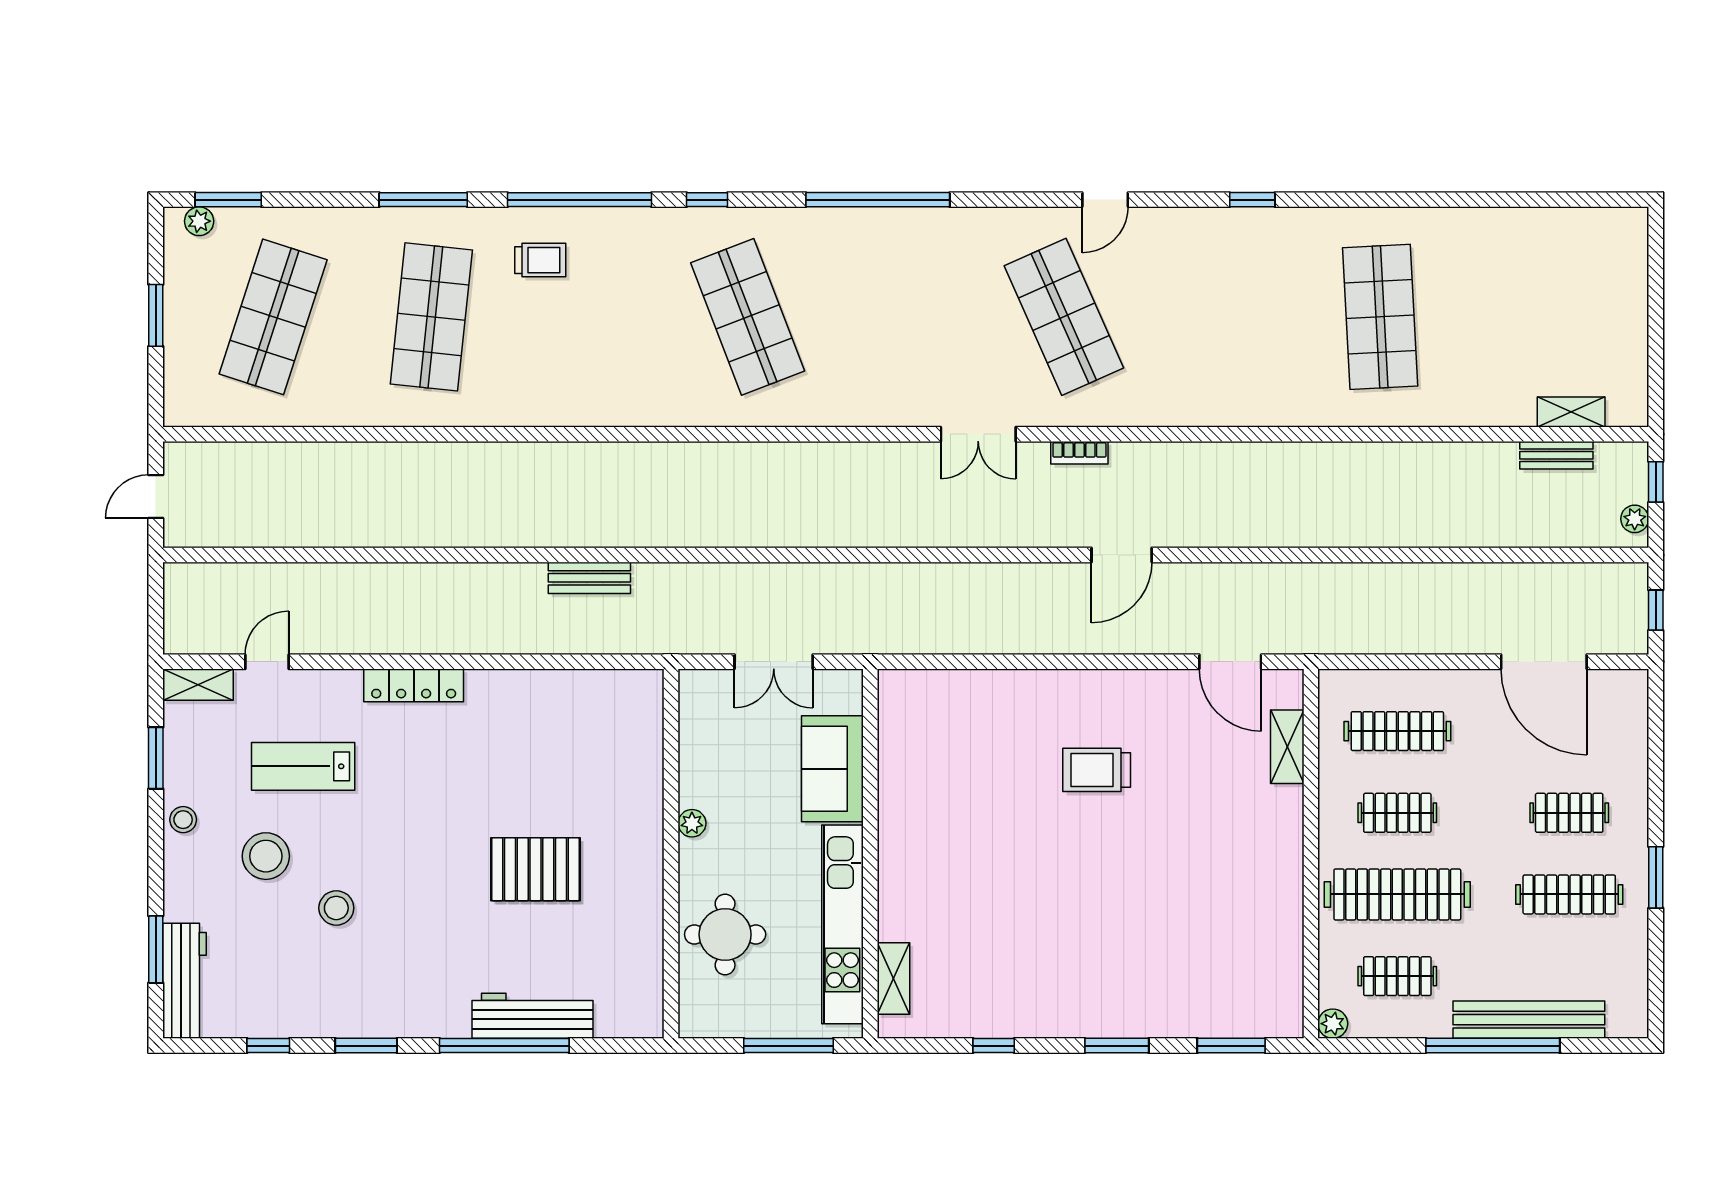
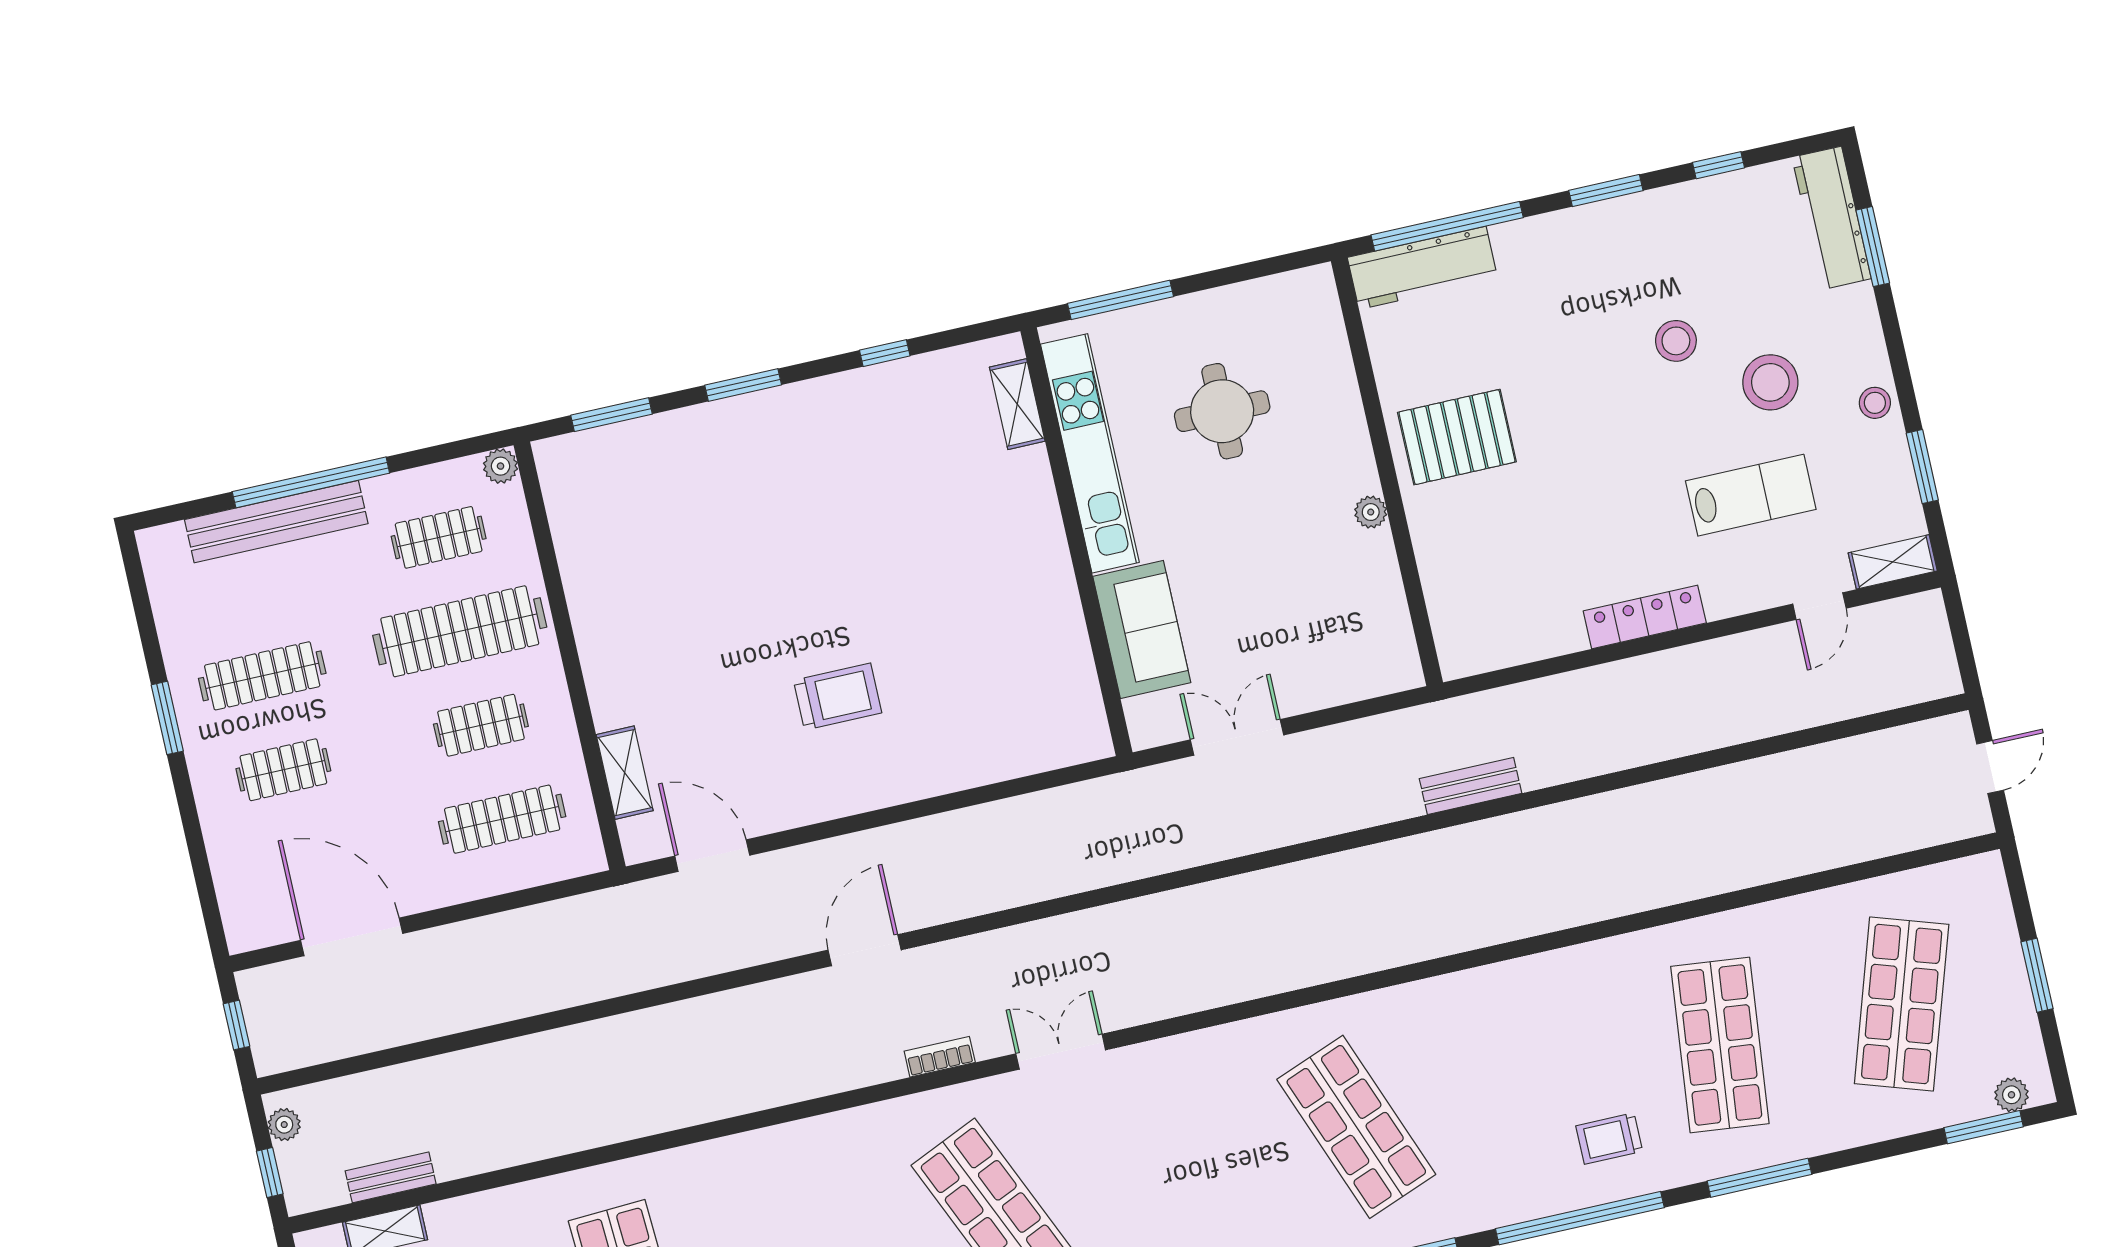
plant: (692, 823) -> (1371, 512), moved
wall: (671, 854) -> (1387, 472), moved

